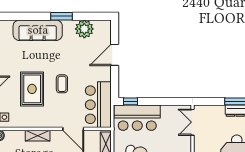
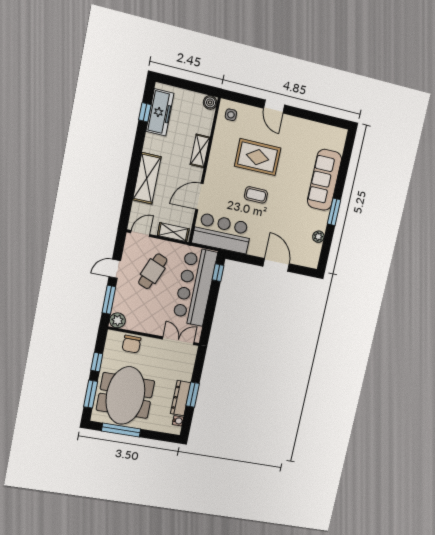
plant: (84, 29) -> (318, 237), width x0.53, depth x0.53
bar counter: (137, 118) -> (195, 287), width x1.36

